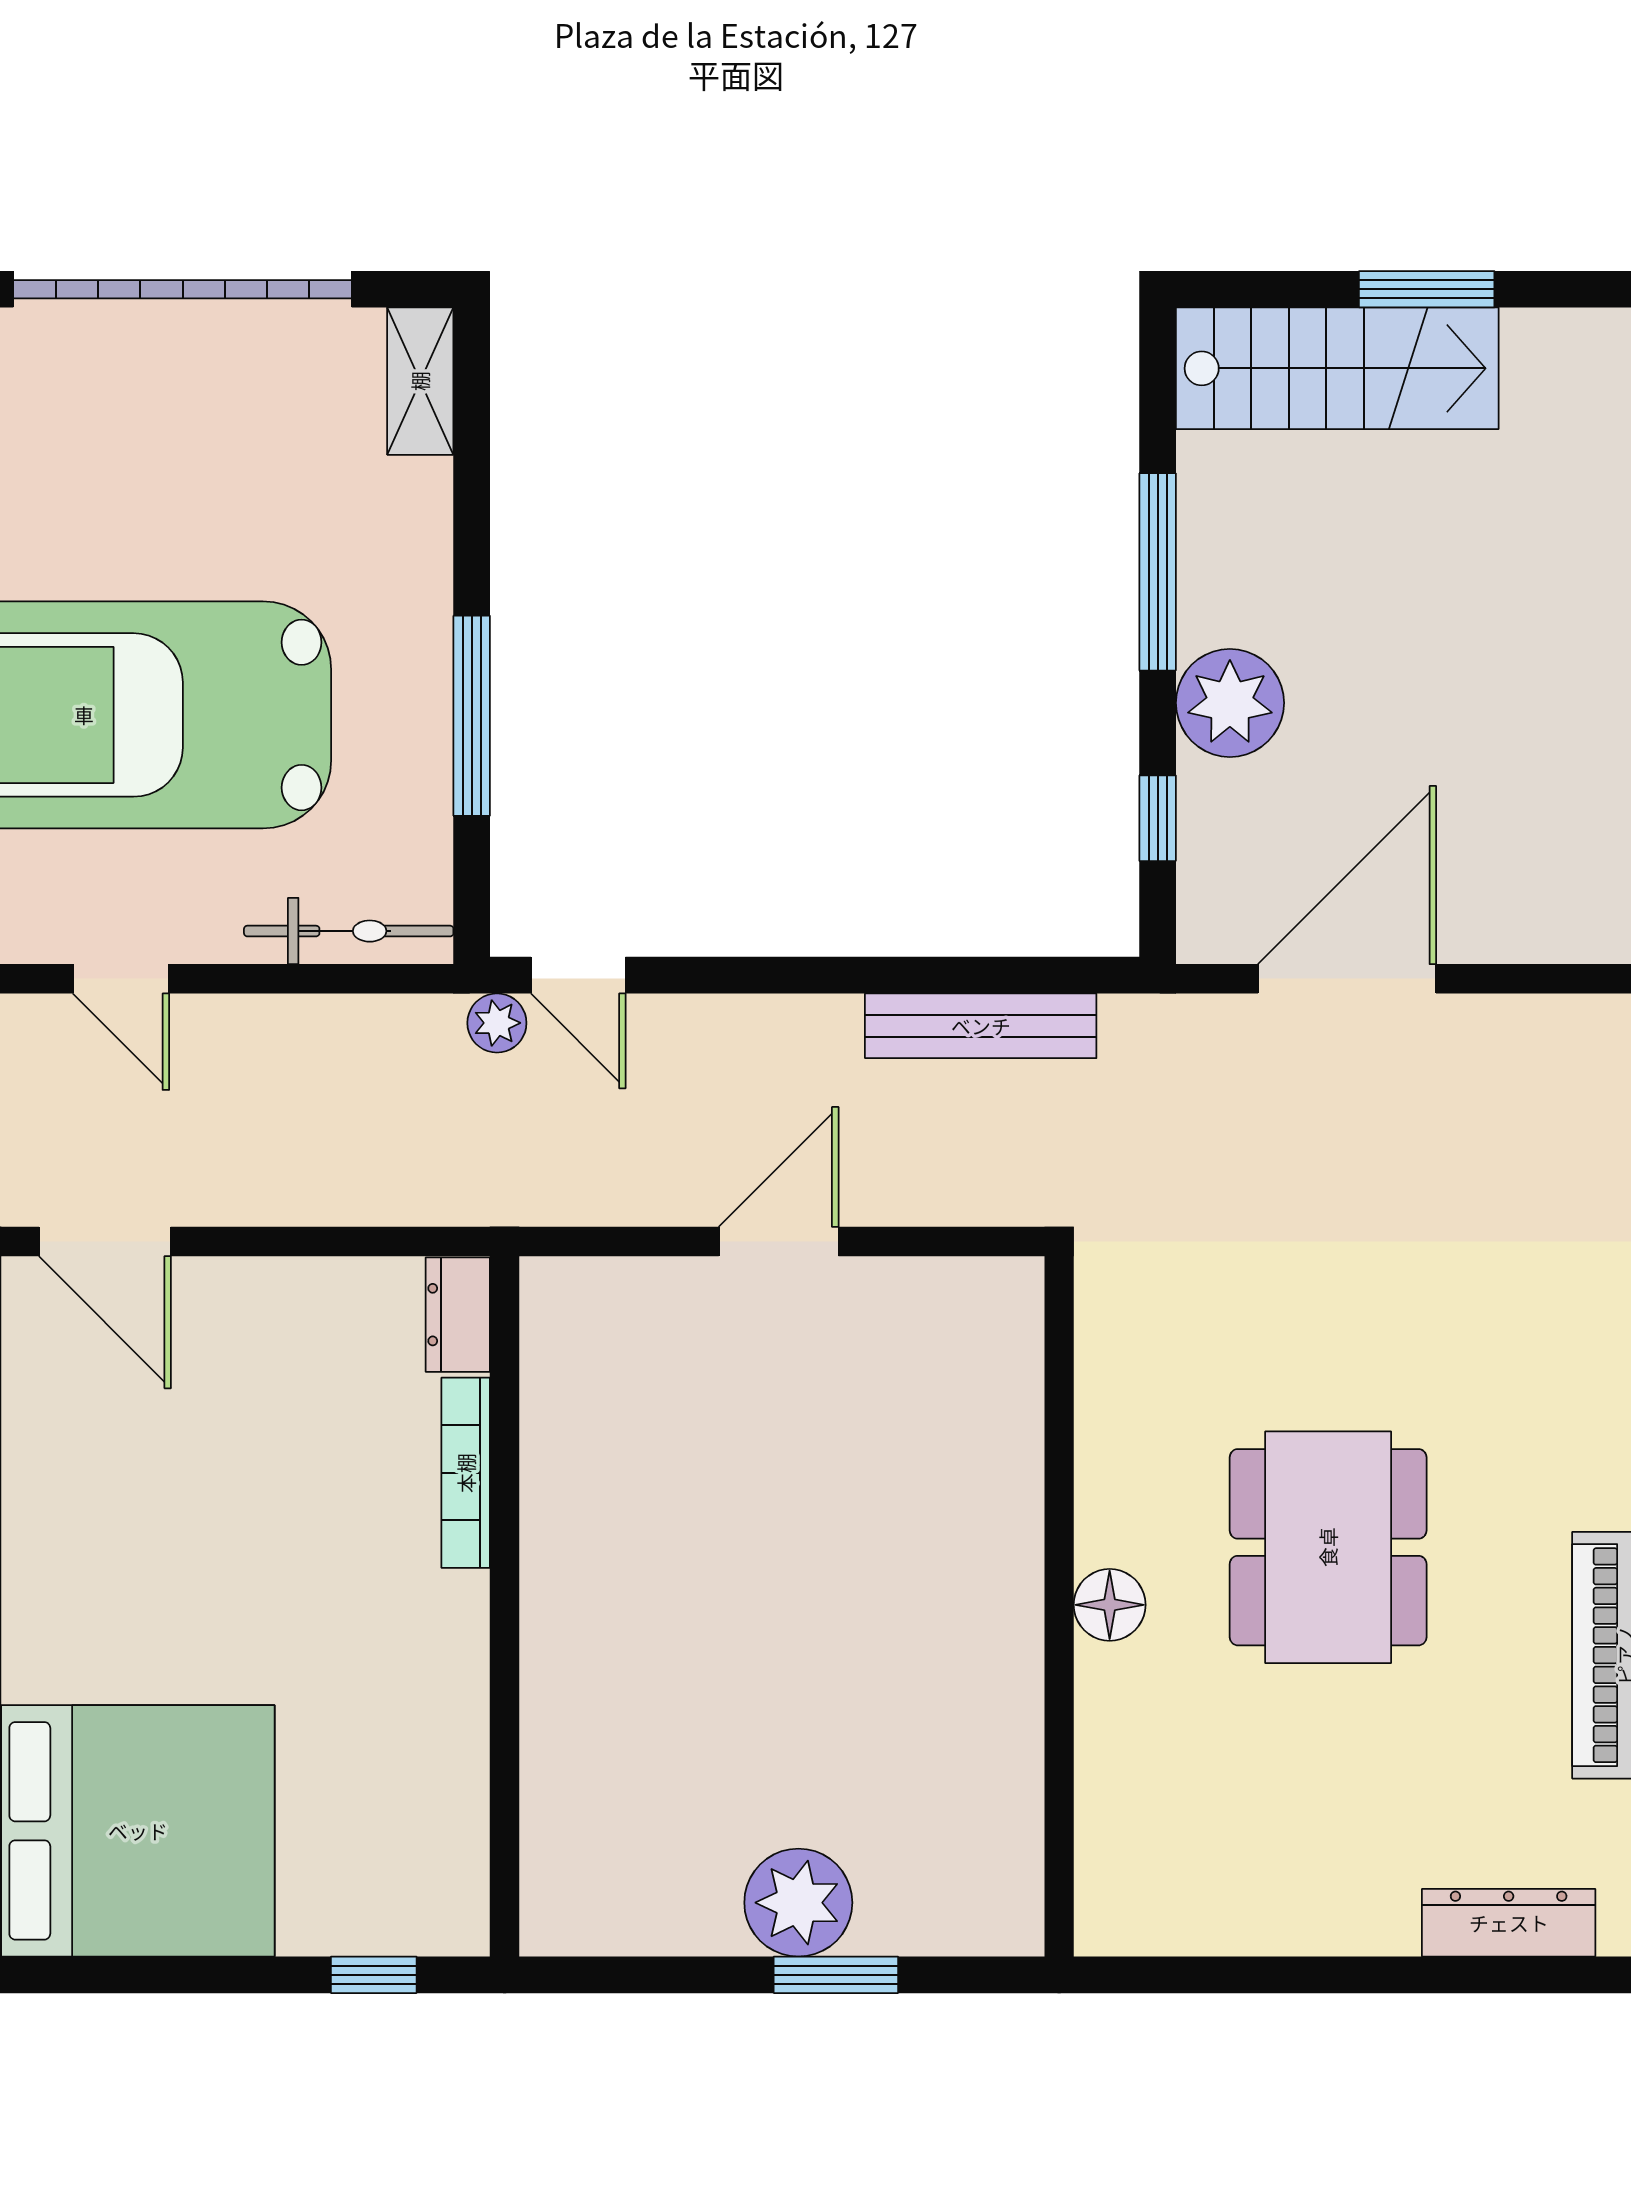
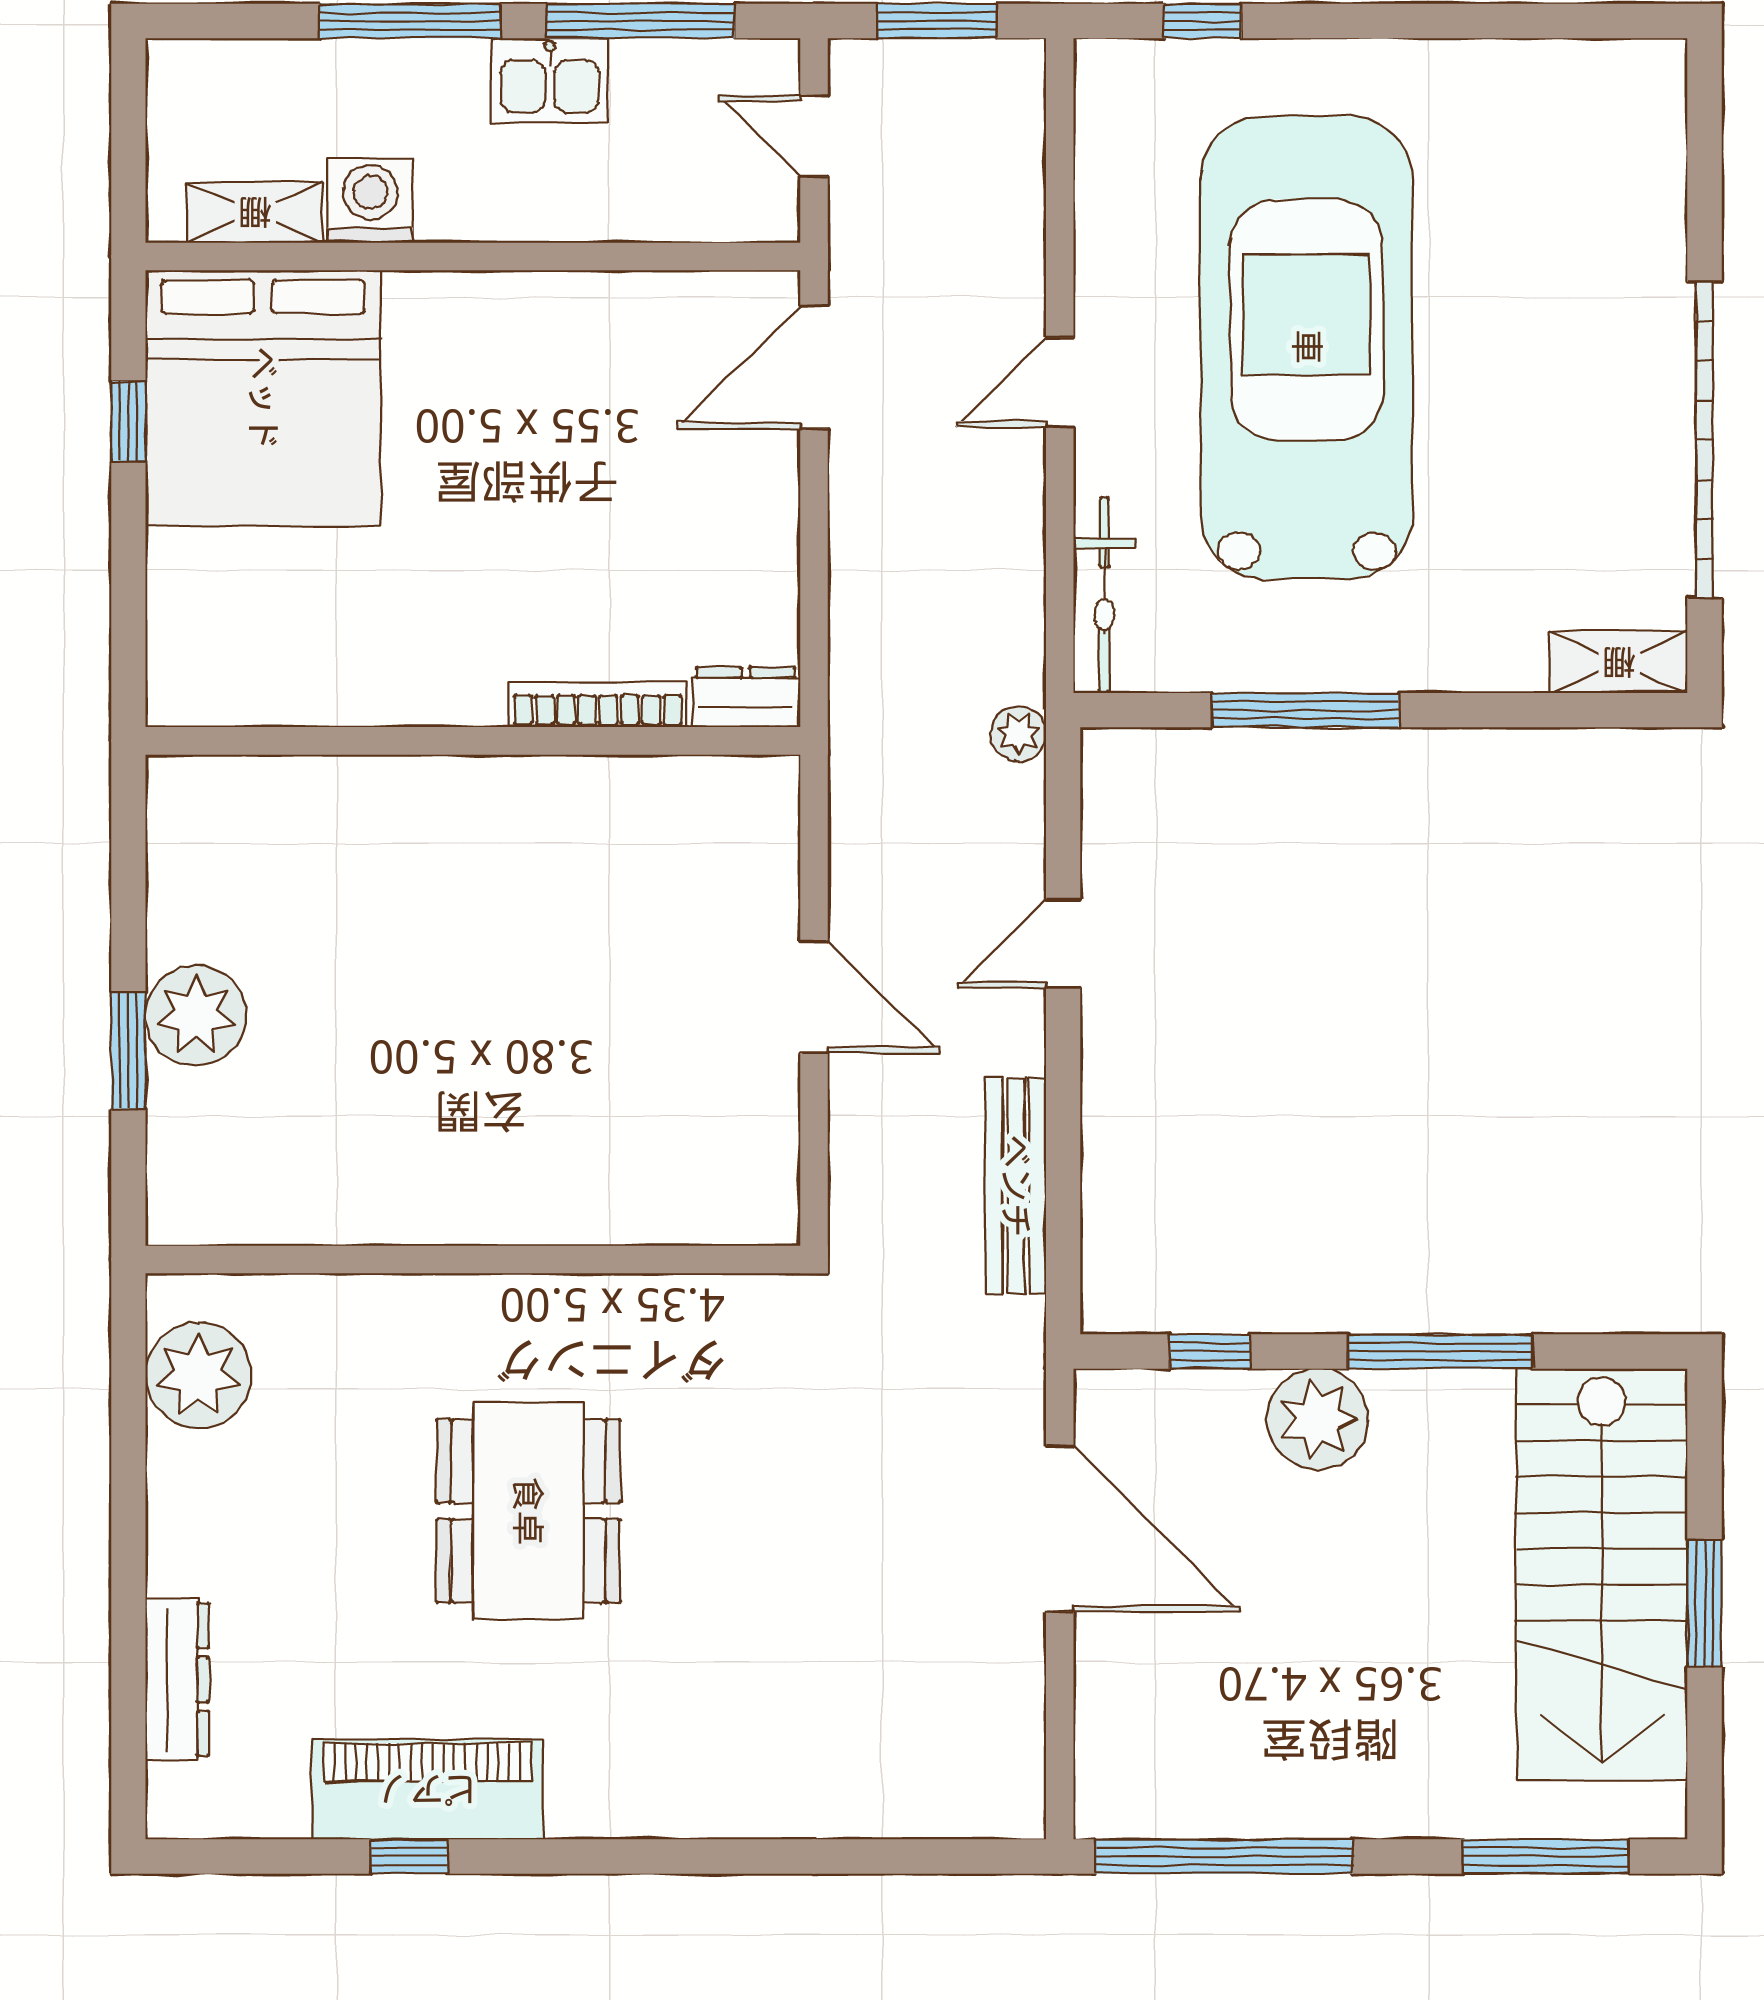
stairs: (1337, 368) -> (1602, 1574), width x1.36, depth x1.51
door: (578, 975) -> (1063, 944), moved
dining table: (1328, 1547) -> (528, 1511), turned 90
floor lamp: (1110, 1605) -> (474, 1307), removed
plant: (1183, 1900) -> (198, 1375), added
window: (374, 1975) -> (128, 421), moved

